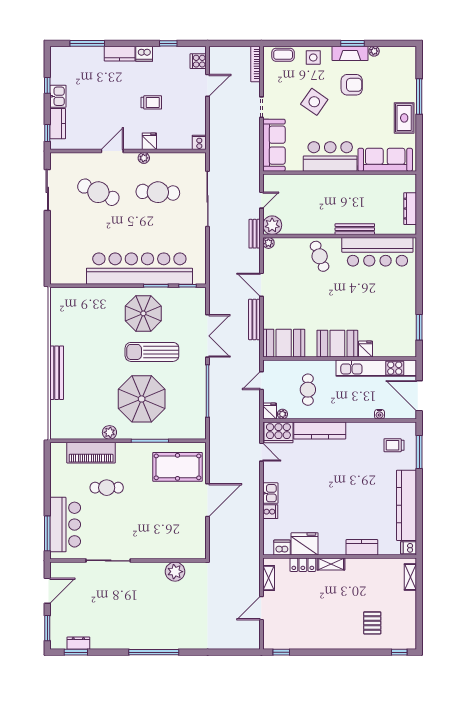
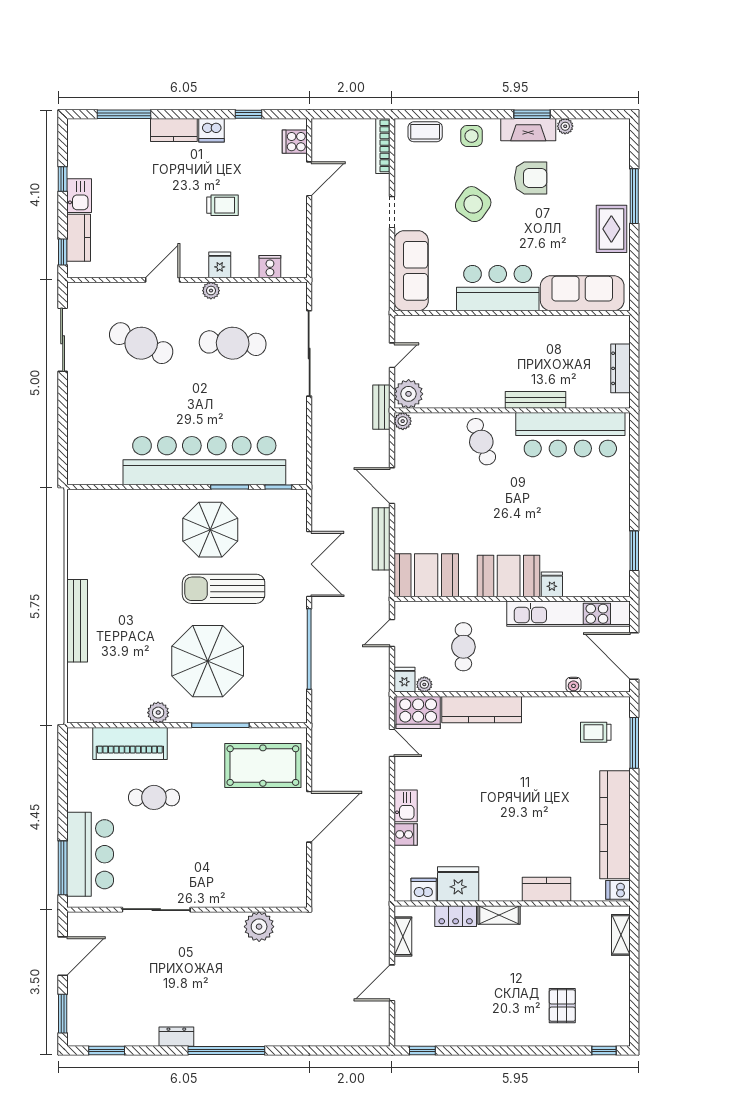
cooker: (199, 142) -> (270, 267), moved
dresser: (78, 643) -> (176, 1037), moved

